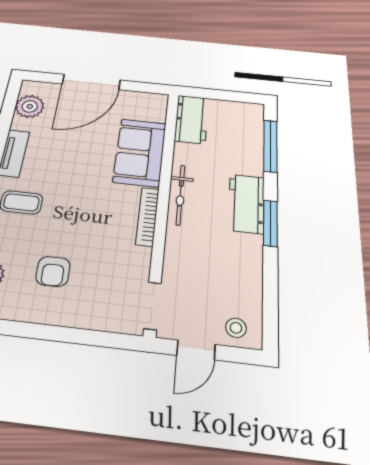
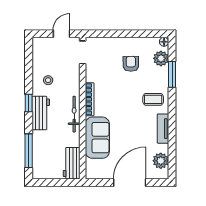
window: (270, 223) -> (29, 103), width x0.67
stool: (236, 328) -> (48, 80), moved

